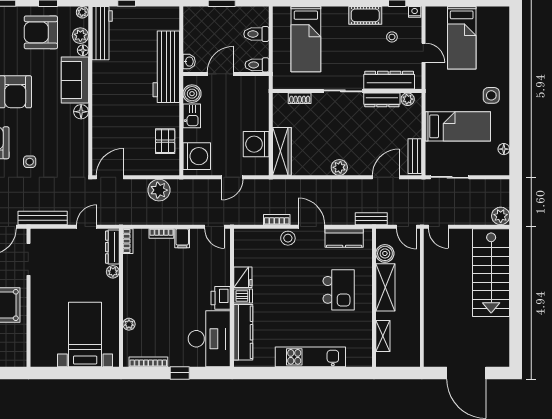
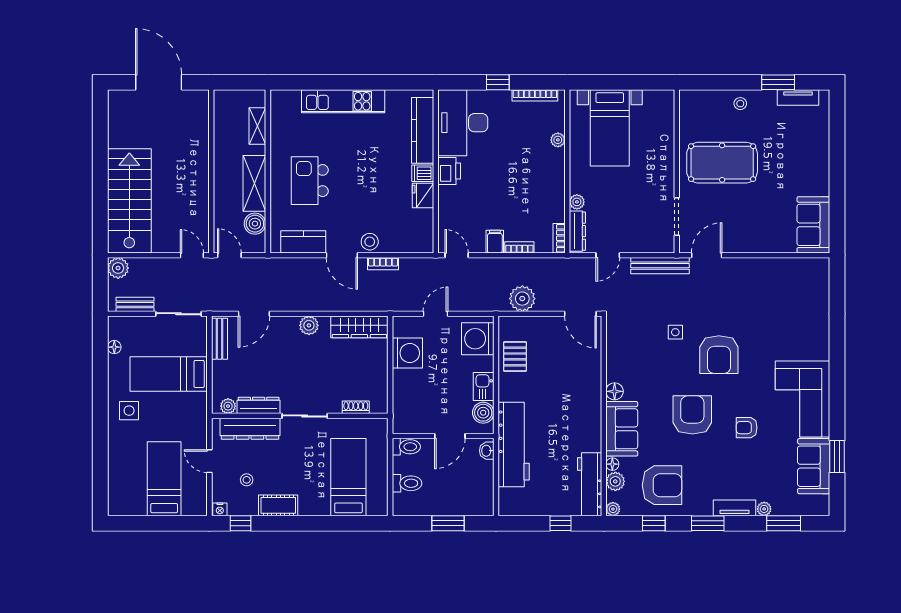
wardrobe: (282, 151) -> (359, 327), moved, turned -90
door: (110, 177) -> (580, 314), hinge flipped
bench: (371, 219) -> (135, 304), moved

